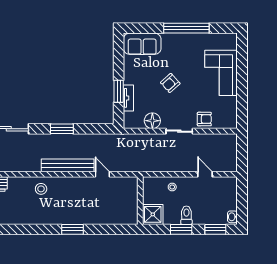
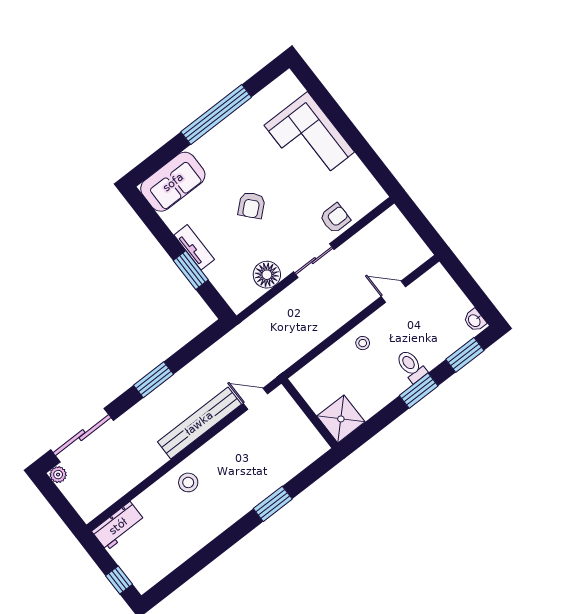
tv unit: (128, 98) -> (194, 247), moved
wall: (140, 201) -> (310, 413), moved
shower: (153, 214) -> (341, 419), moved

